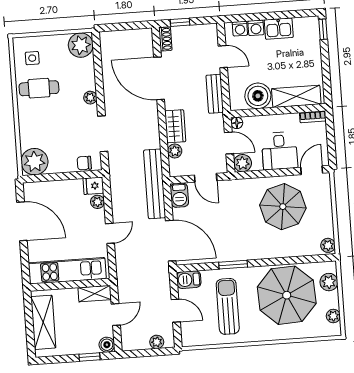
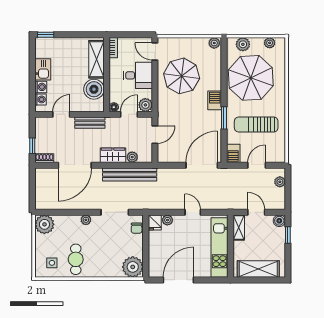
bench: (155, 184) -> (130, 175), moved
barbecue: (179, 195) -> (215, 100), moved, turned -90

